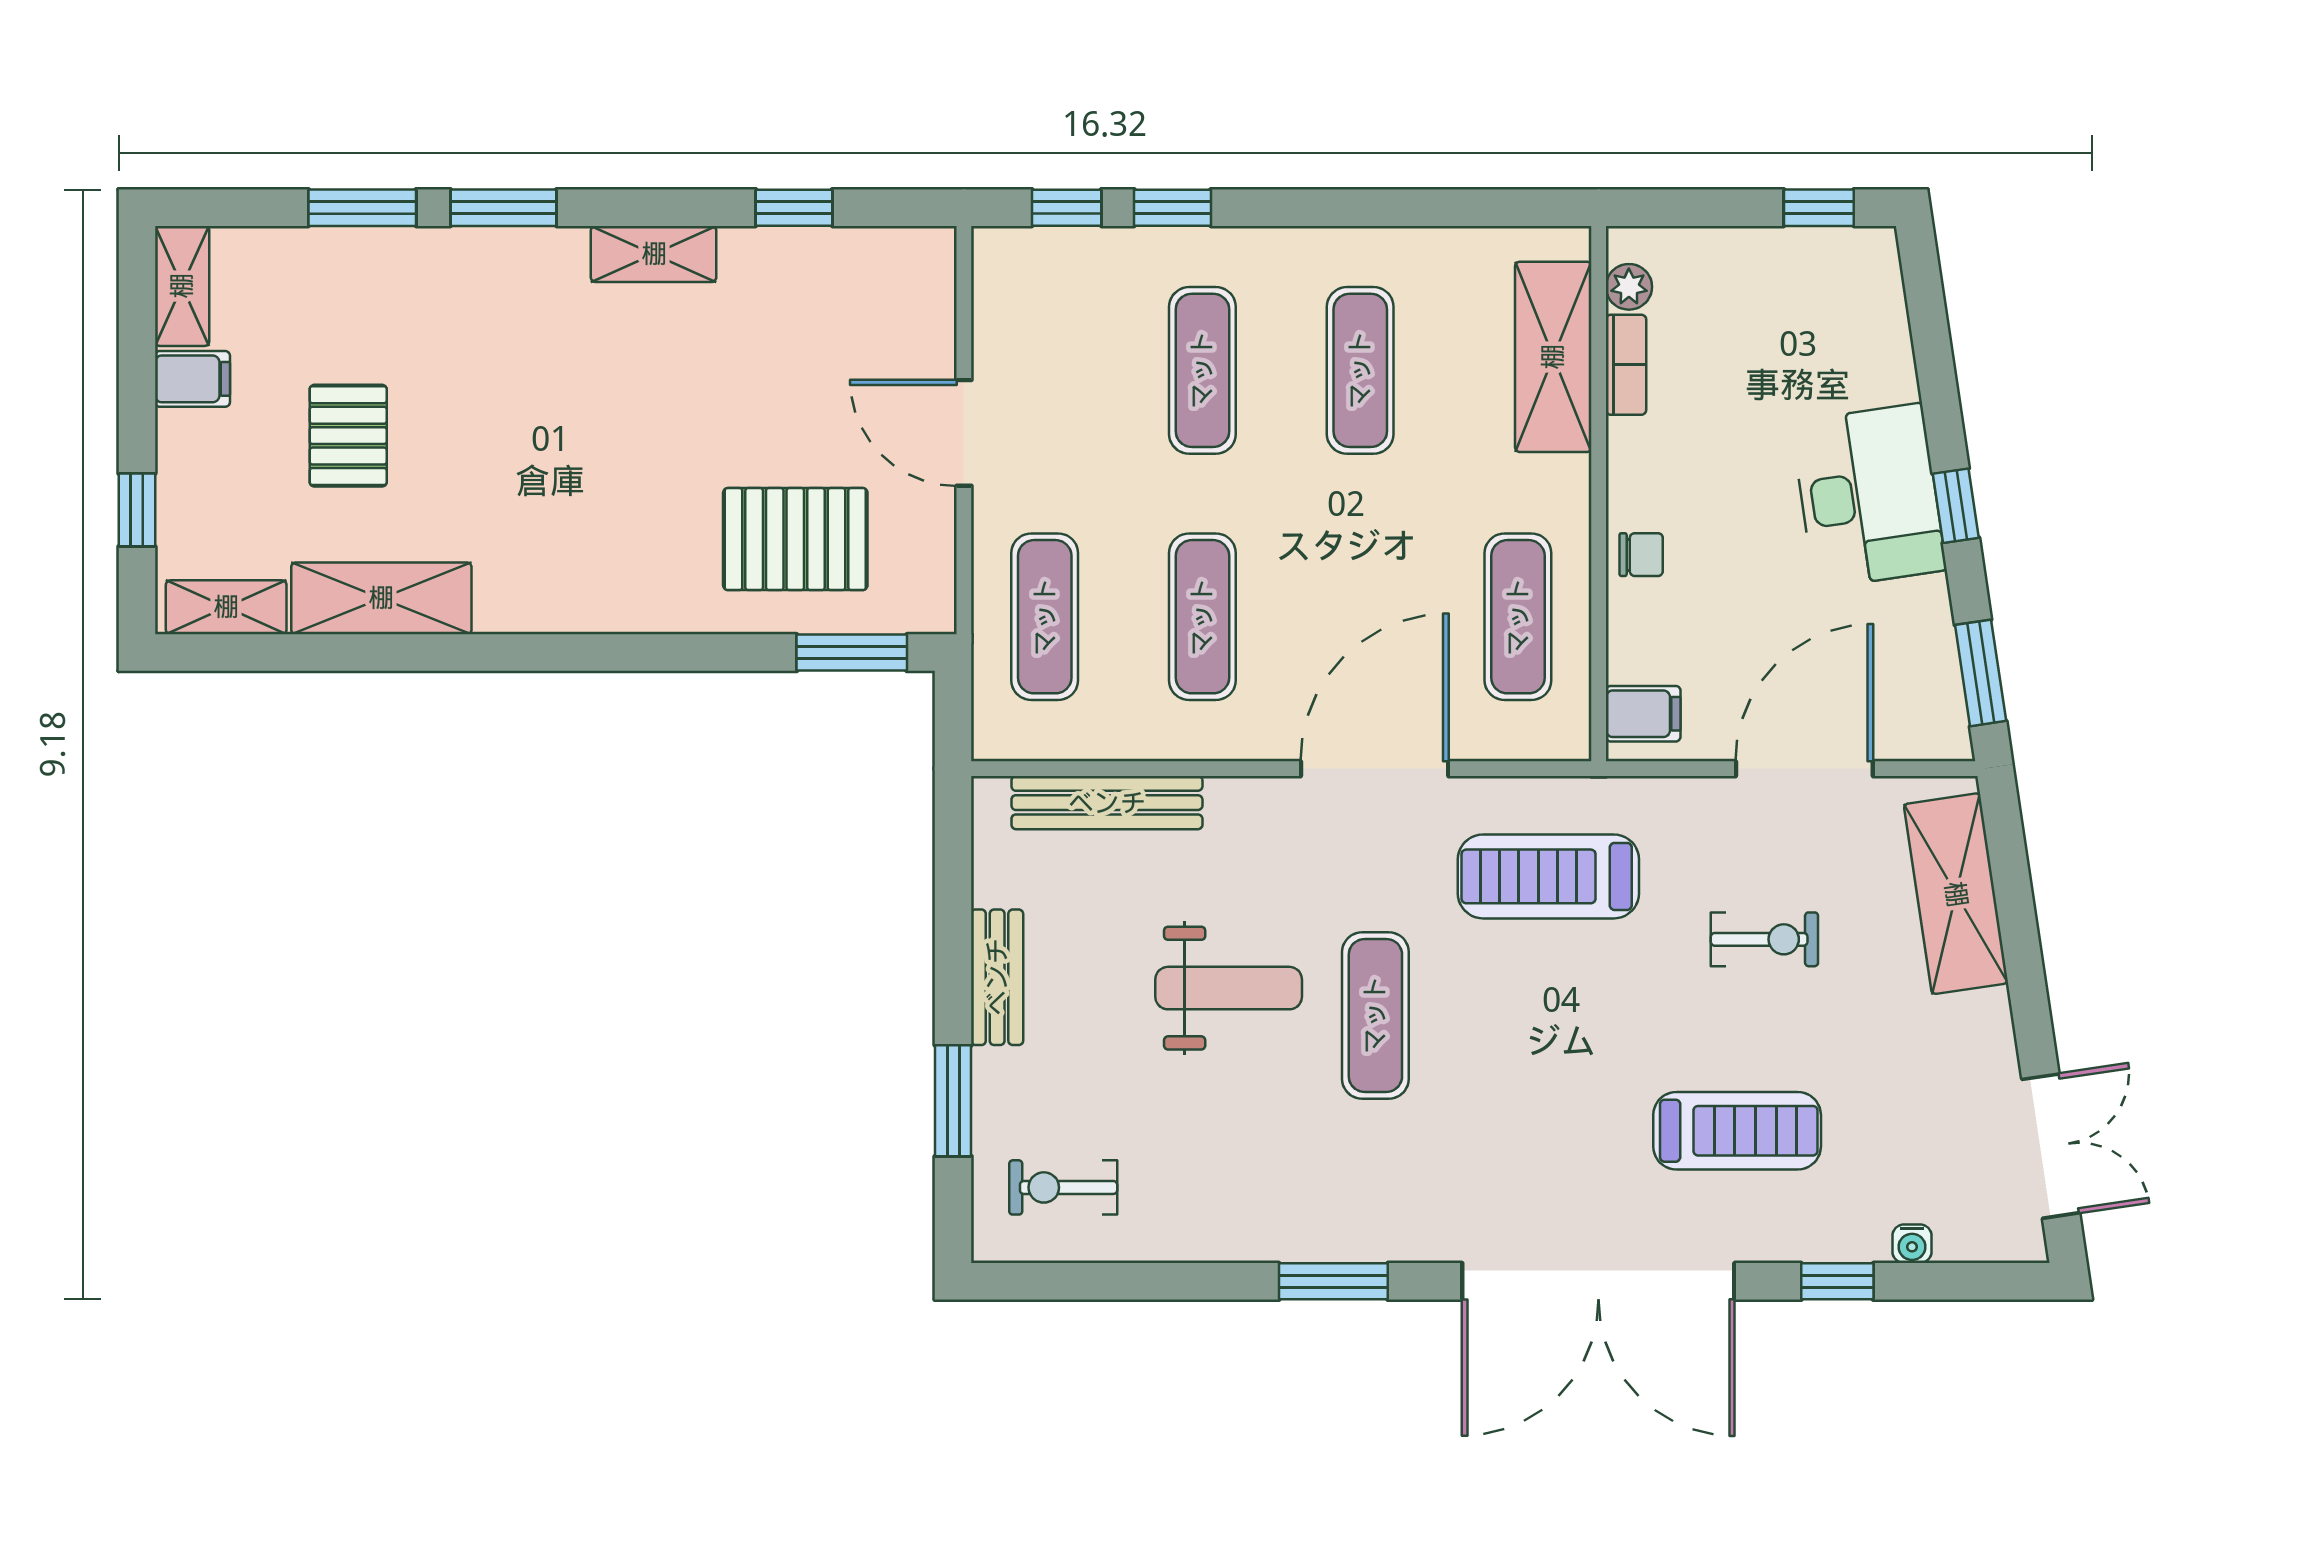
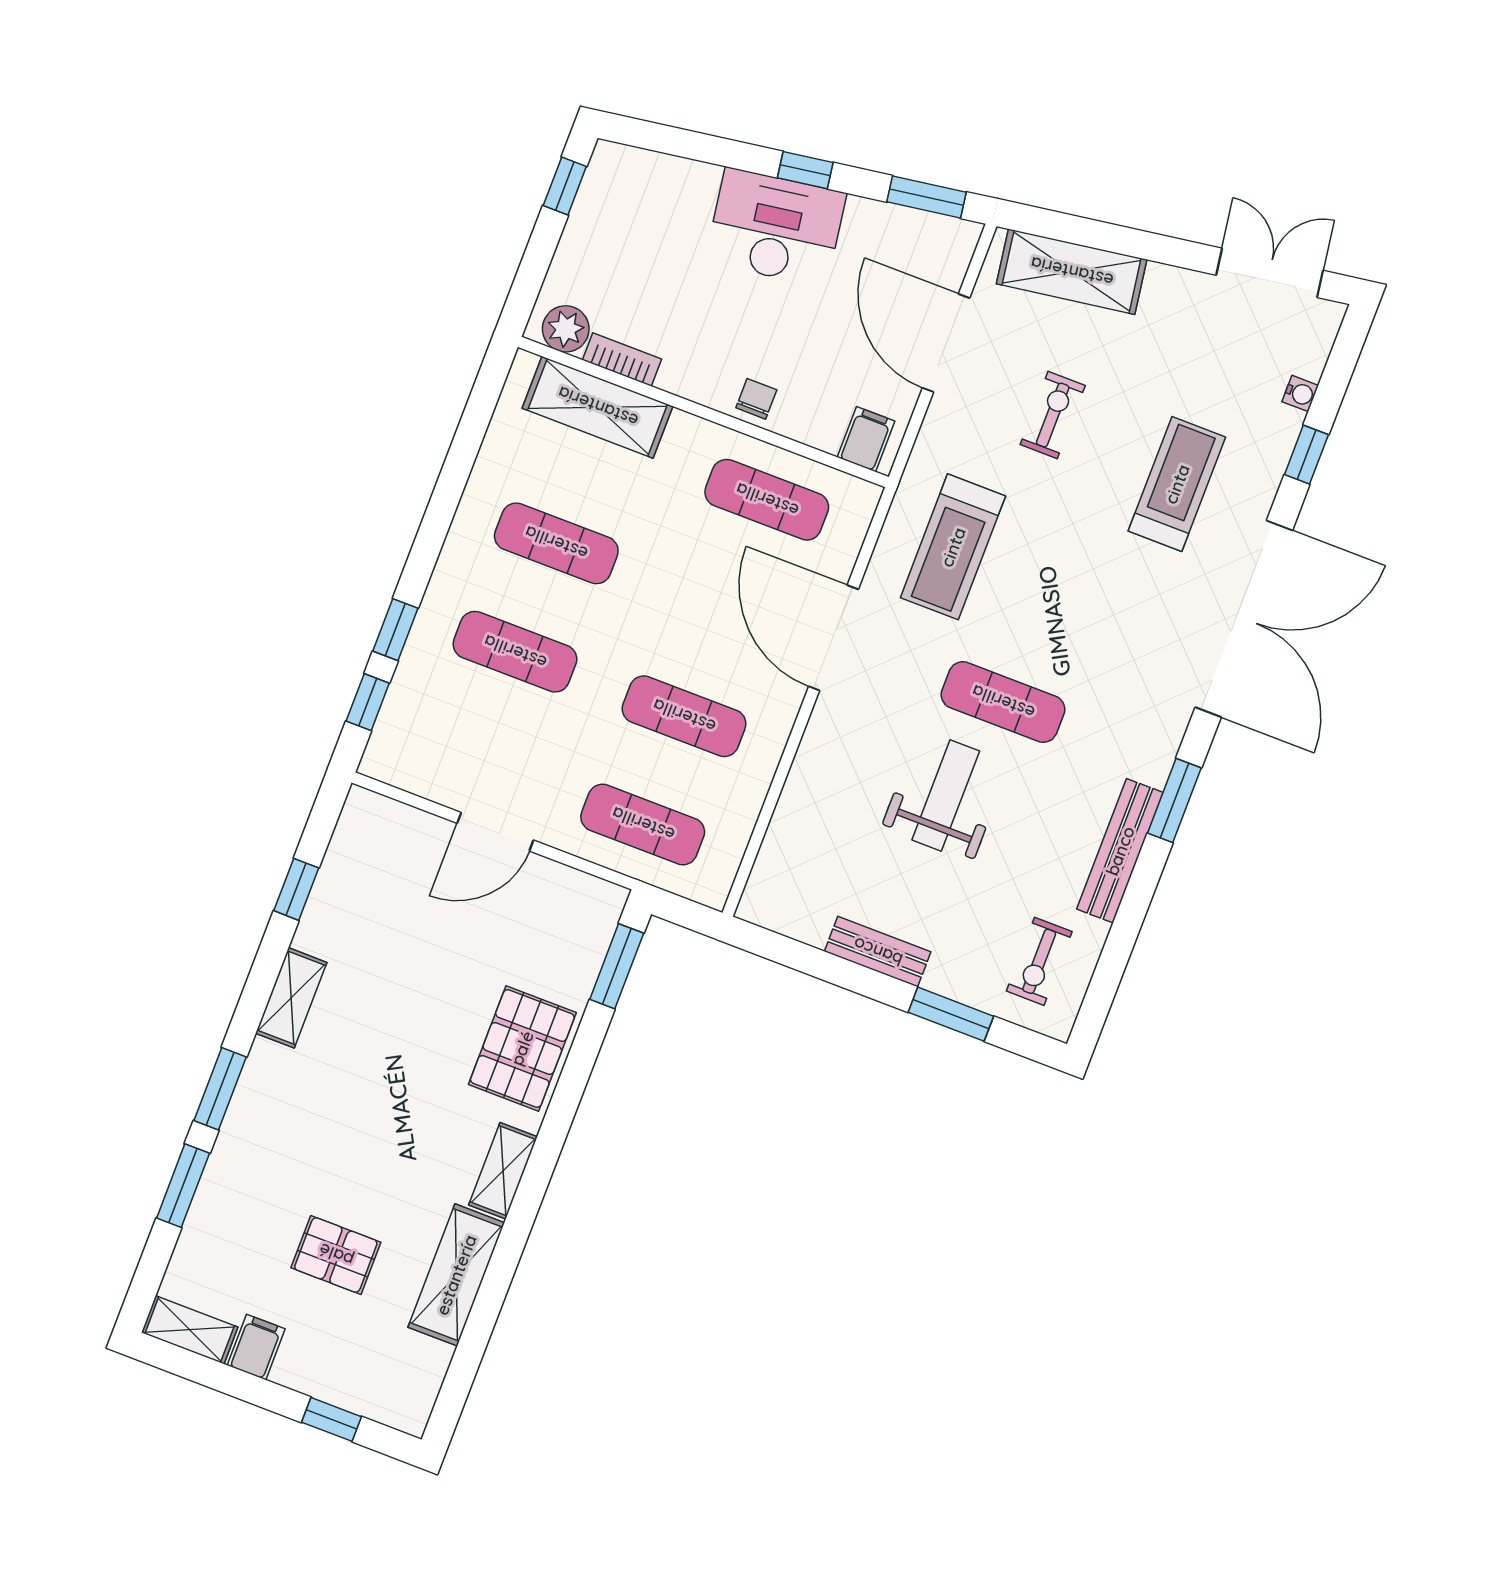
plant: (1629, 287) -> (566, 329), width x1.38, depth x1.38
pallet: (795, 539) -> (522, 1048), moved
shelving: (226, 607) -> (503, 1171), moved
bench: (1107, 803) -> (1120, 851), moved

